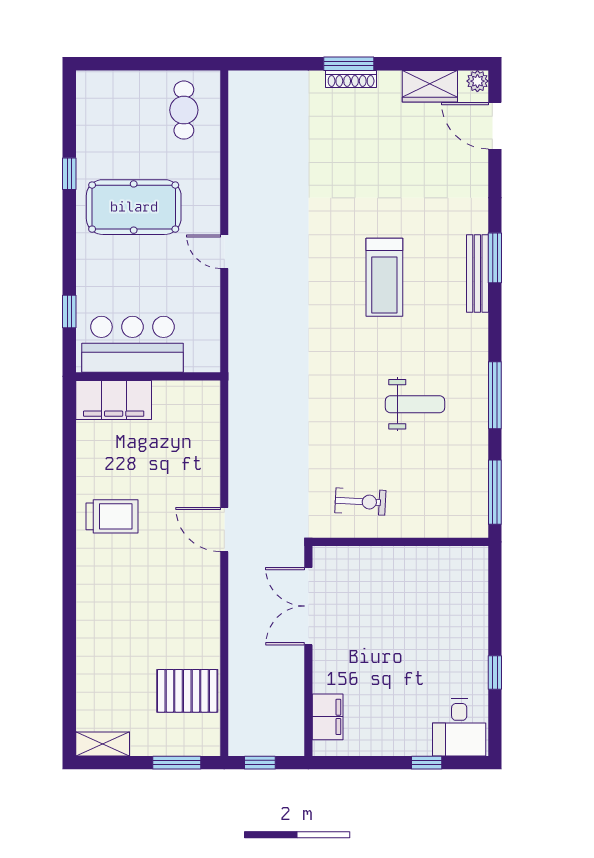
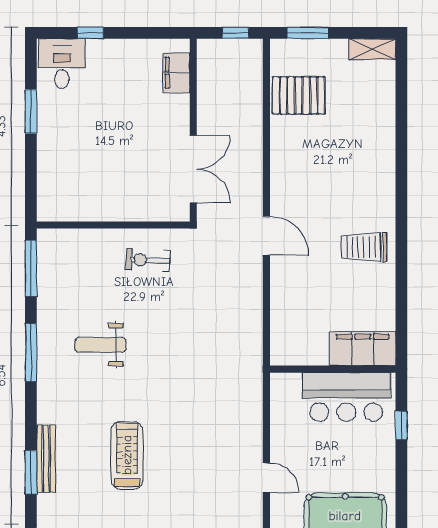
window: (495, 673) -> (31, 111), width x1.50

